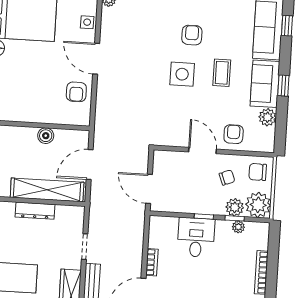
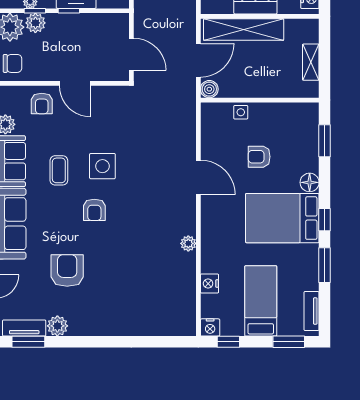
side table: (87, 22) -> (241, 112), moved
armchair: (76, 92) -> (259, 157), moved, turned -90
boiler: (46, 136) -> (209, 89), moved
chair: (227, 178) -> (46, 55), removed
door: (149, 189) -> (131, 54), moved

